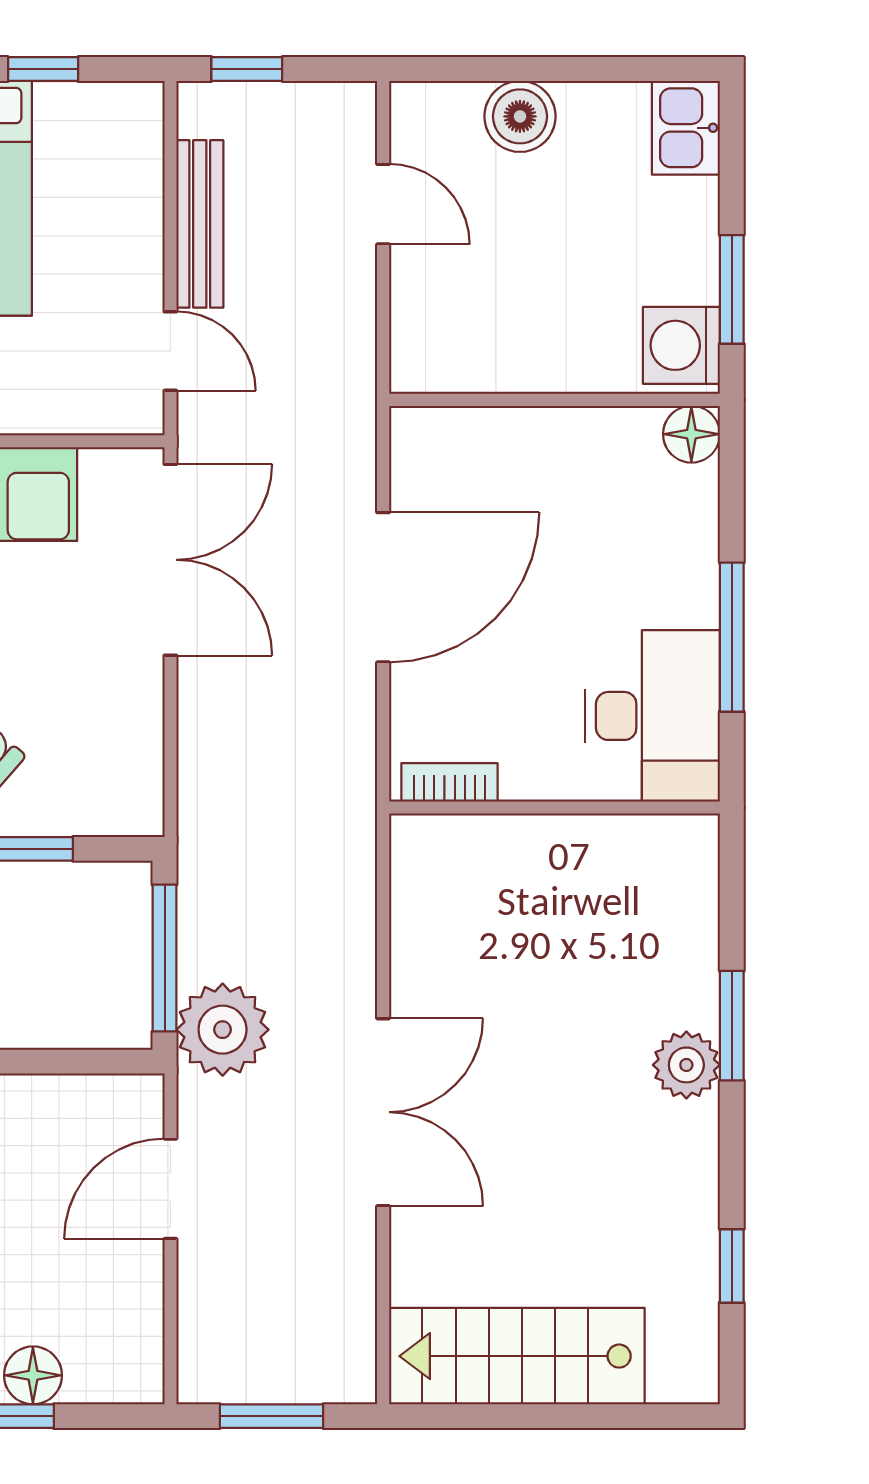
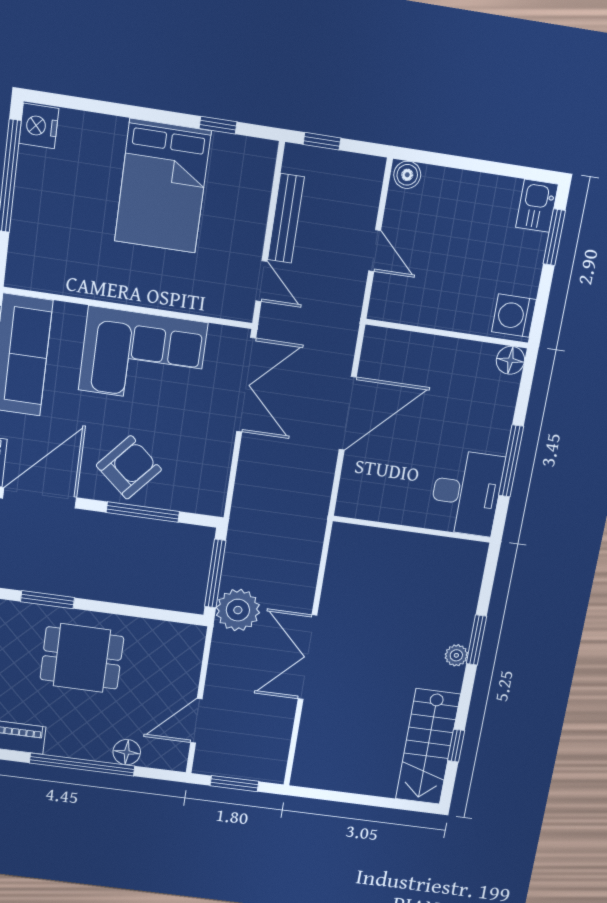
boiler: (520, 116) -> (407, 175), moved, width x0.73, depth x0.73
door: (383, 204) -> (375, 251), moved
window: (732, 289) -> (554, 237), moved
bookcase: (449, 782) -> (364, 511), removed
plant: (686, 1065) -> (456, 655), width x0.73, depth x0.73
double door: (383, 1112) -> (307, 657), swing flipped
door: (170, 1189) -> (196, 721), moved
stairs: (517, 1356) -> (428, 747), moved, turned -90

